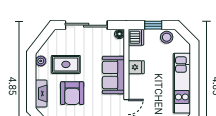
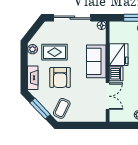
dishwasher: (136, 37) -> (116, 74), moved
fridge: (136, 67) -> (119, 55), width x1.88, depth x1.34

